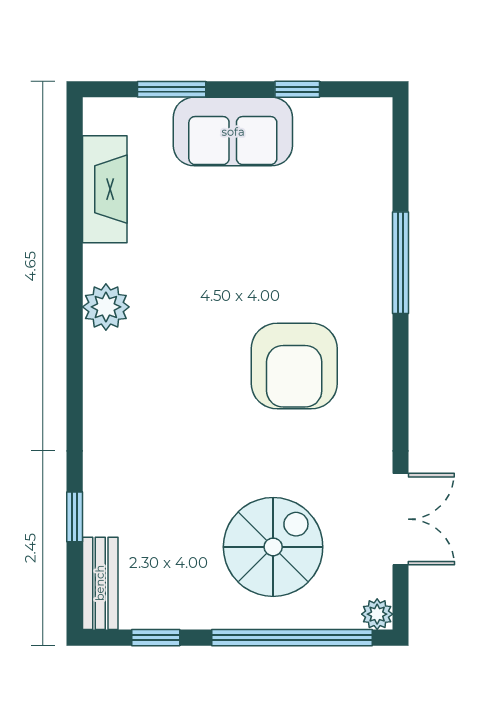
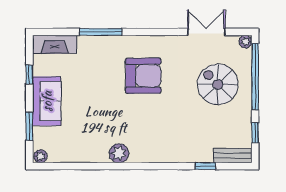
plant: (99, 116) -> (40, 156), added
fireplace: (105, 189) -> (55, 44), moved, turned 180

